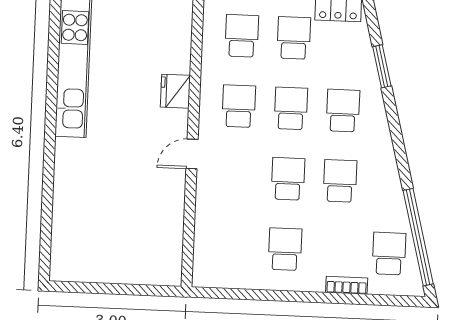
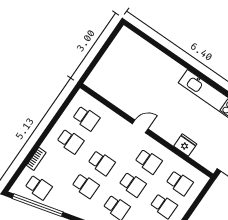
fridge: (175, 91) -> (185, 145), moved
door: (192, 154) -> (140, 126), hinge flipped
school desk: (233, 247) -> (86, 118), added

